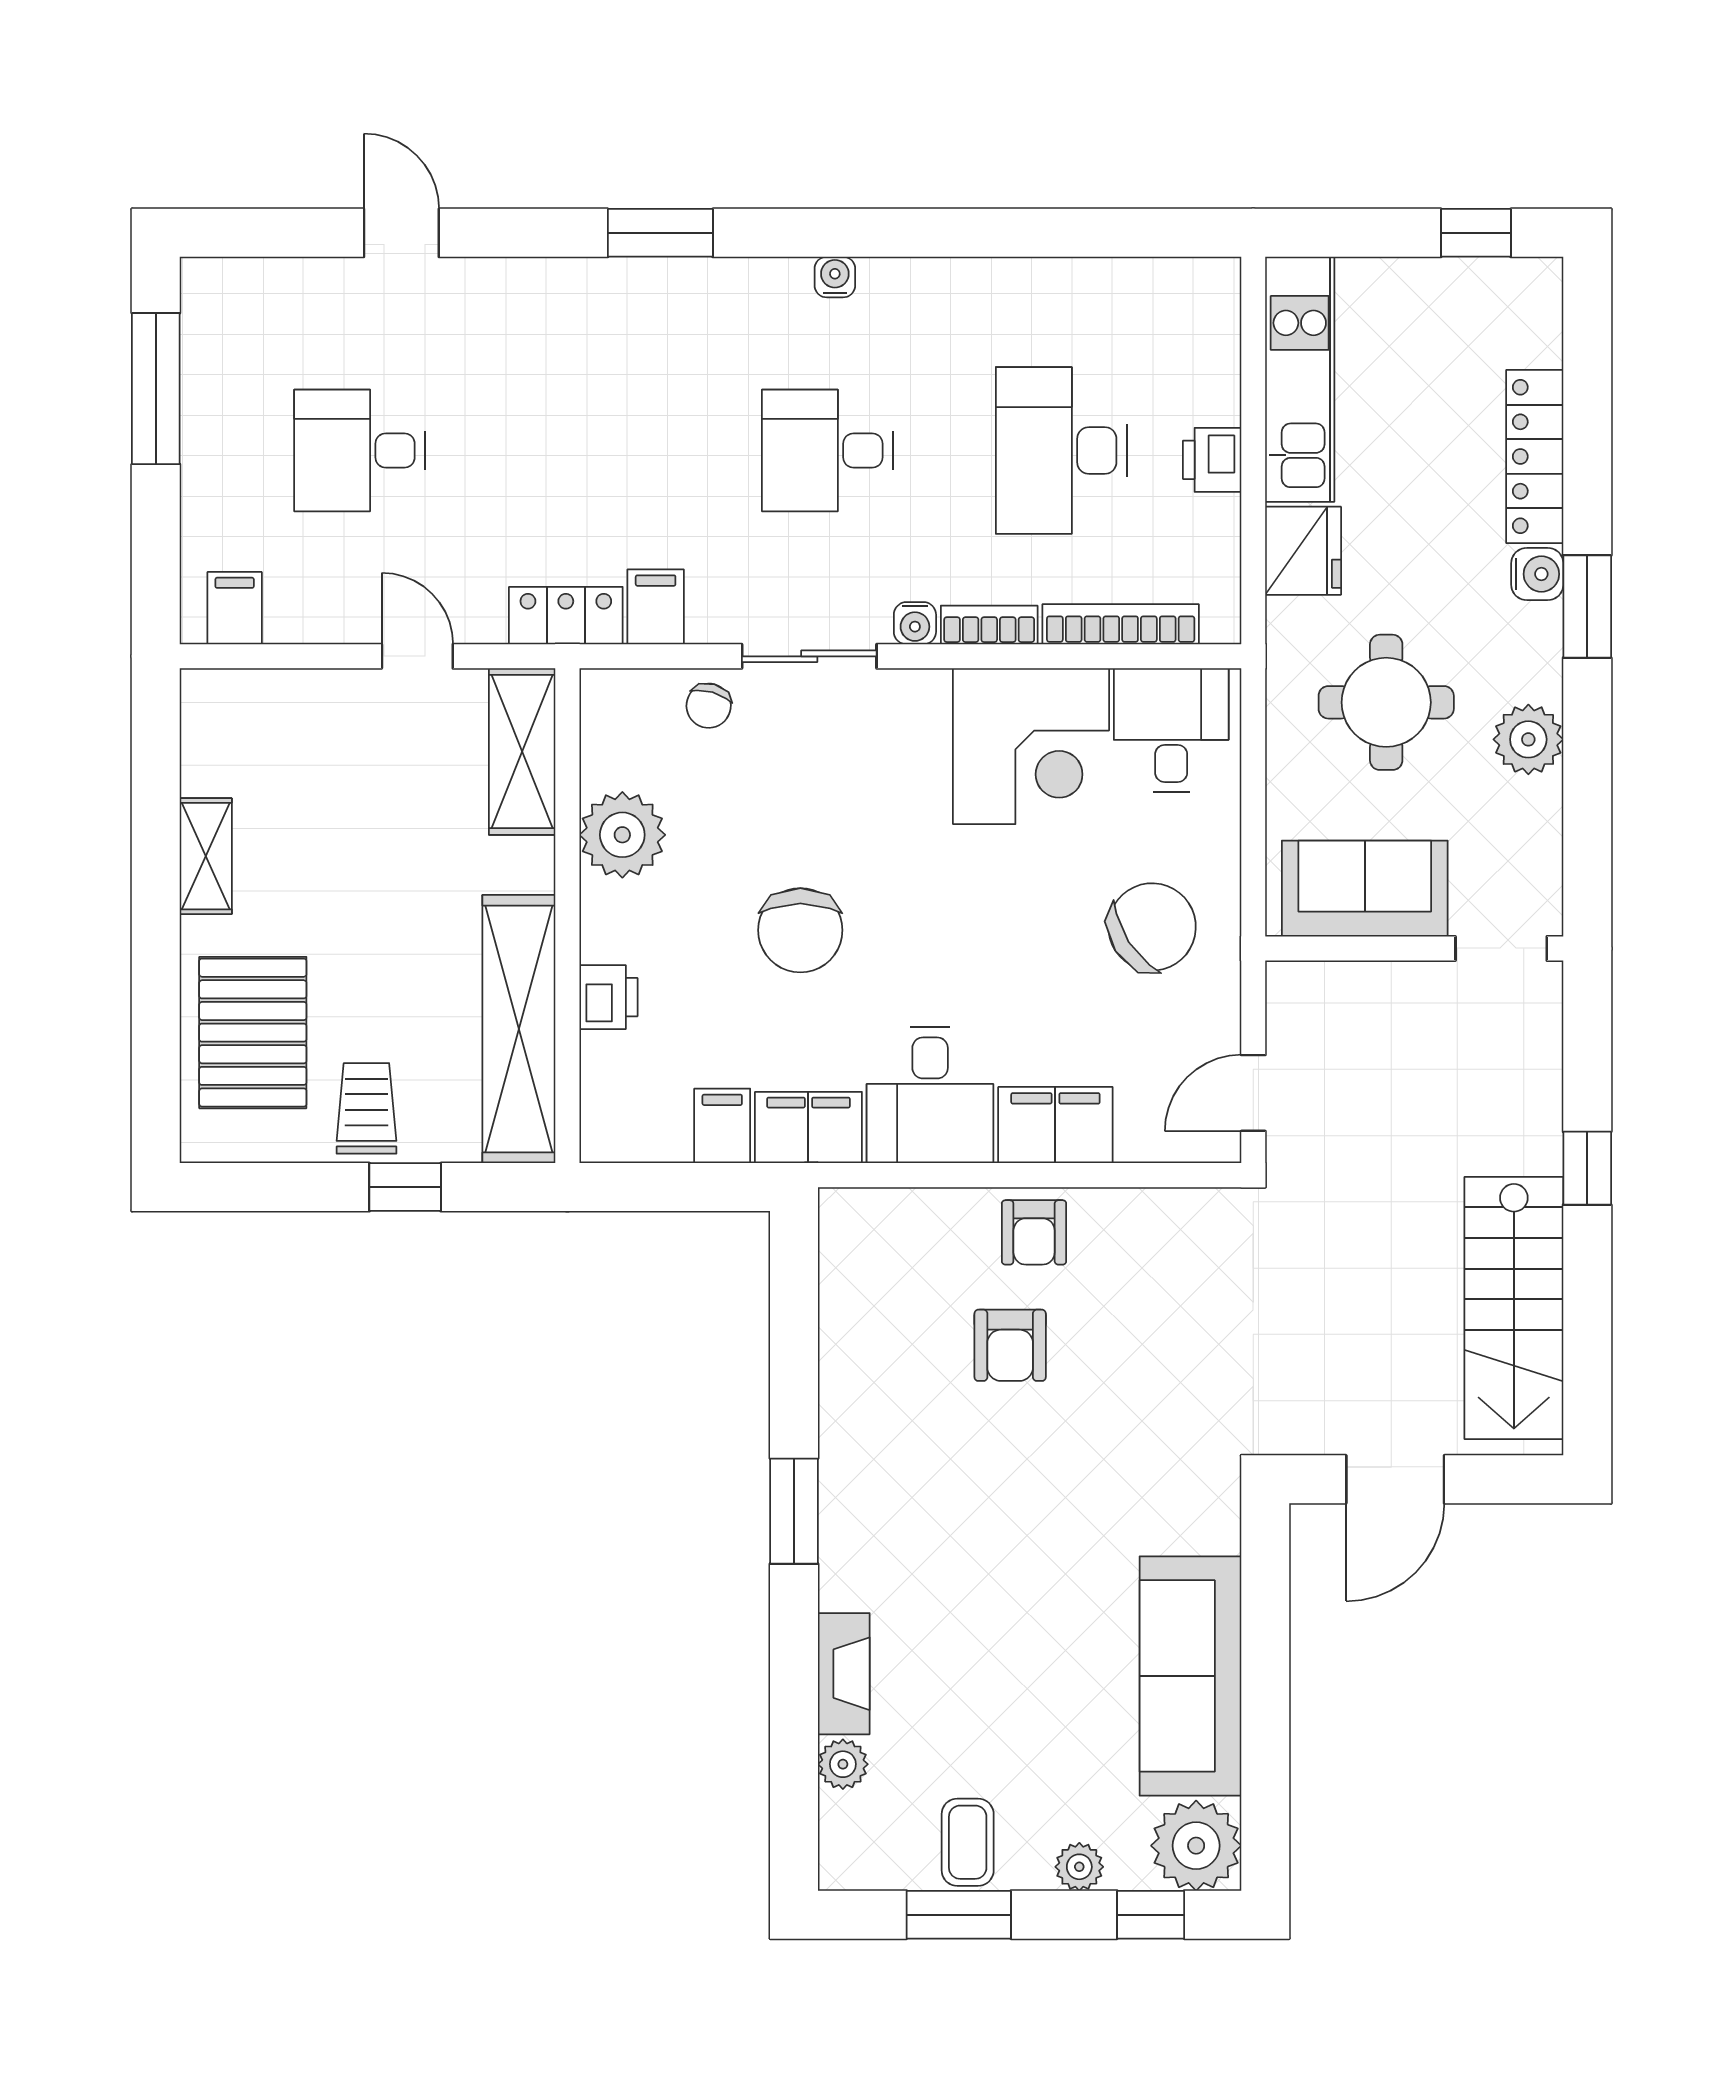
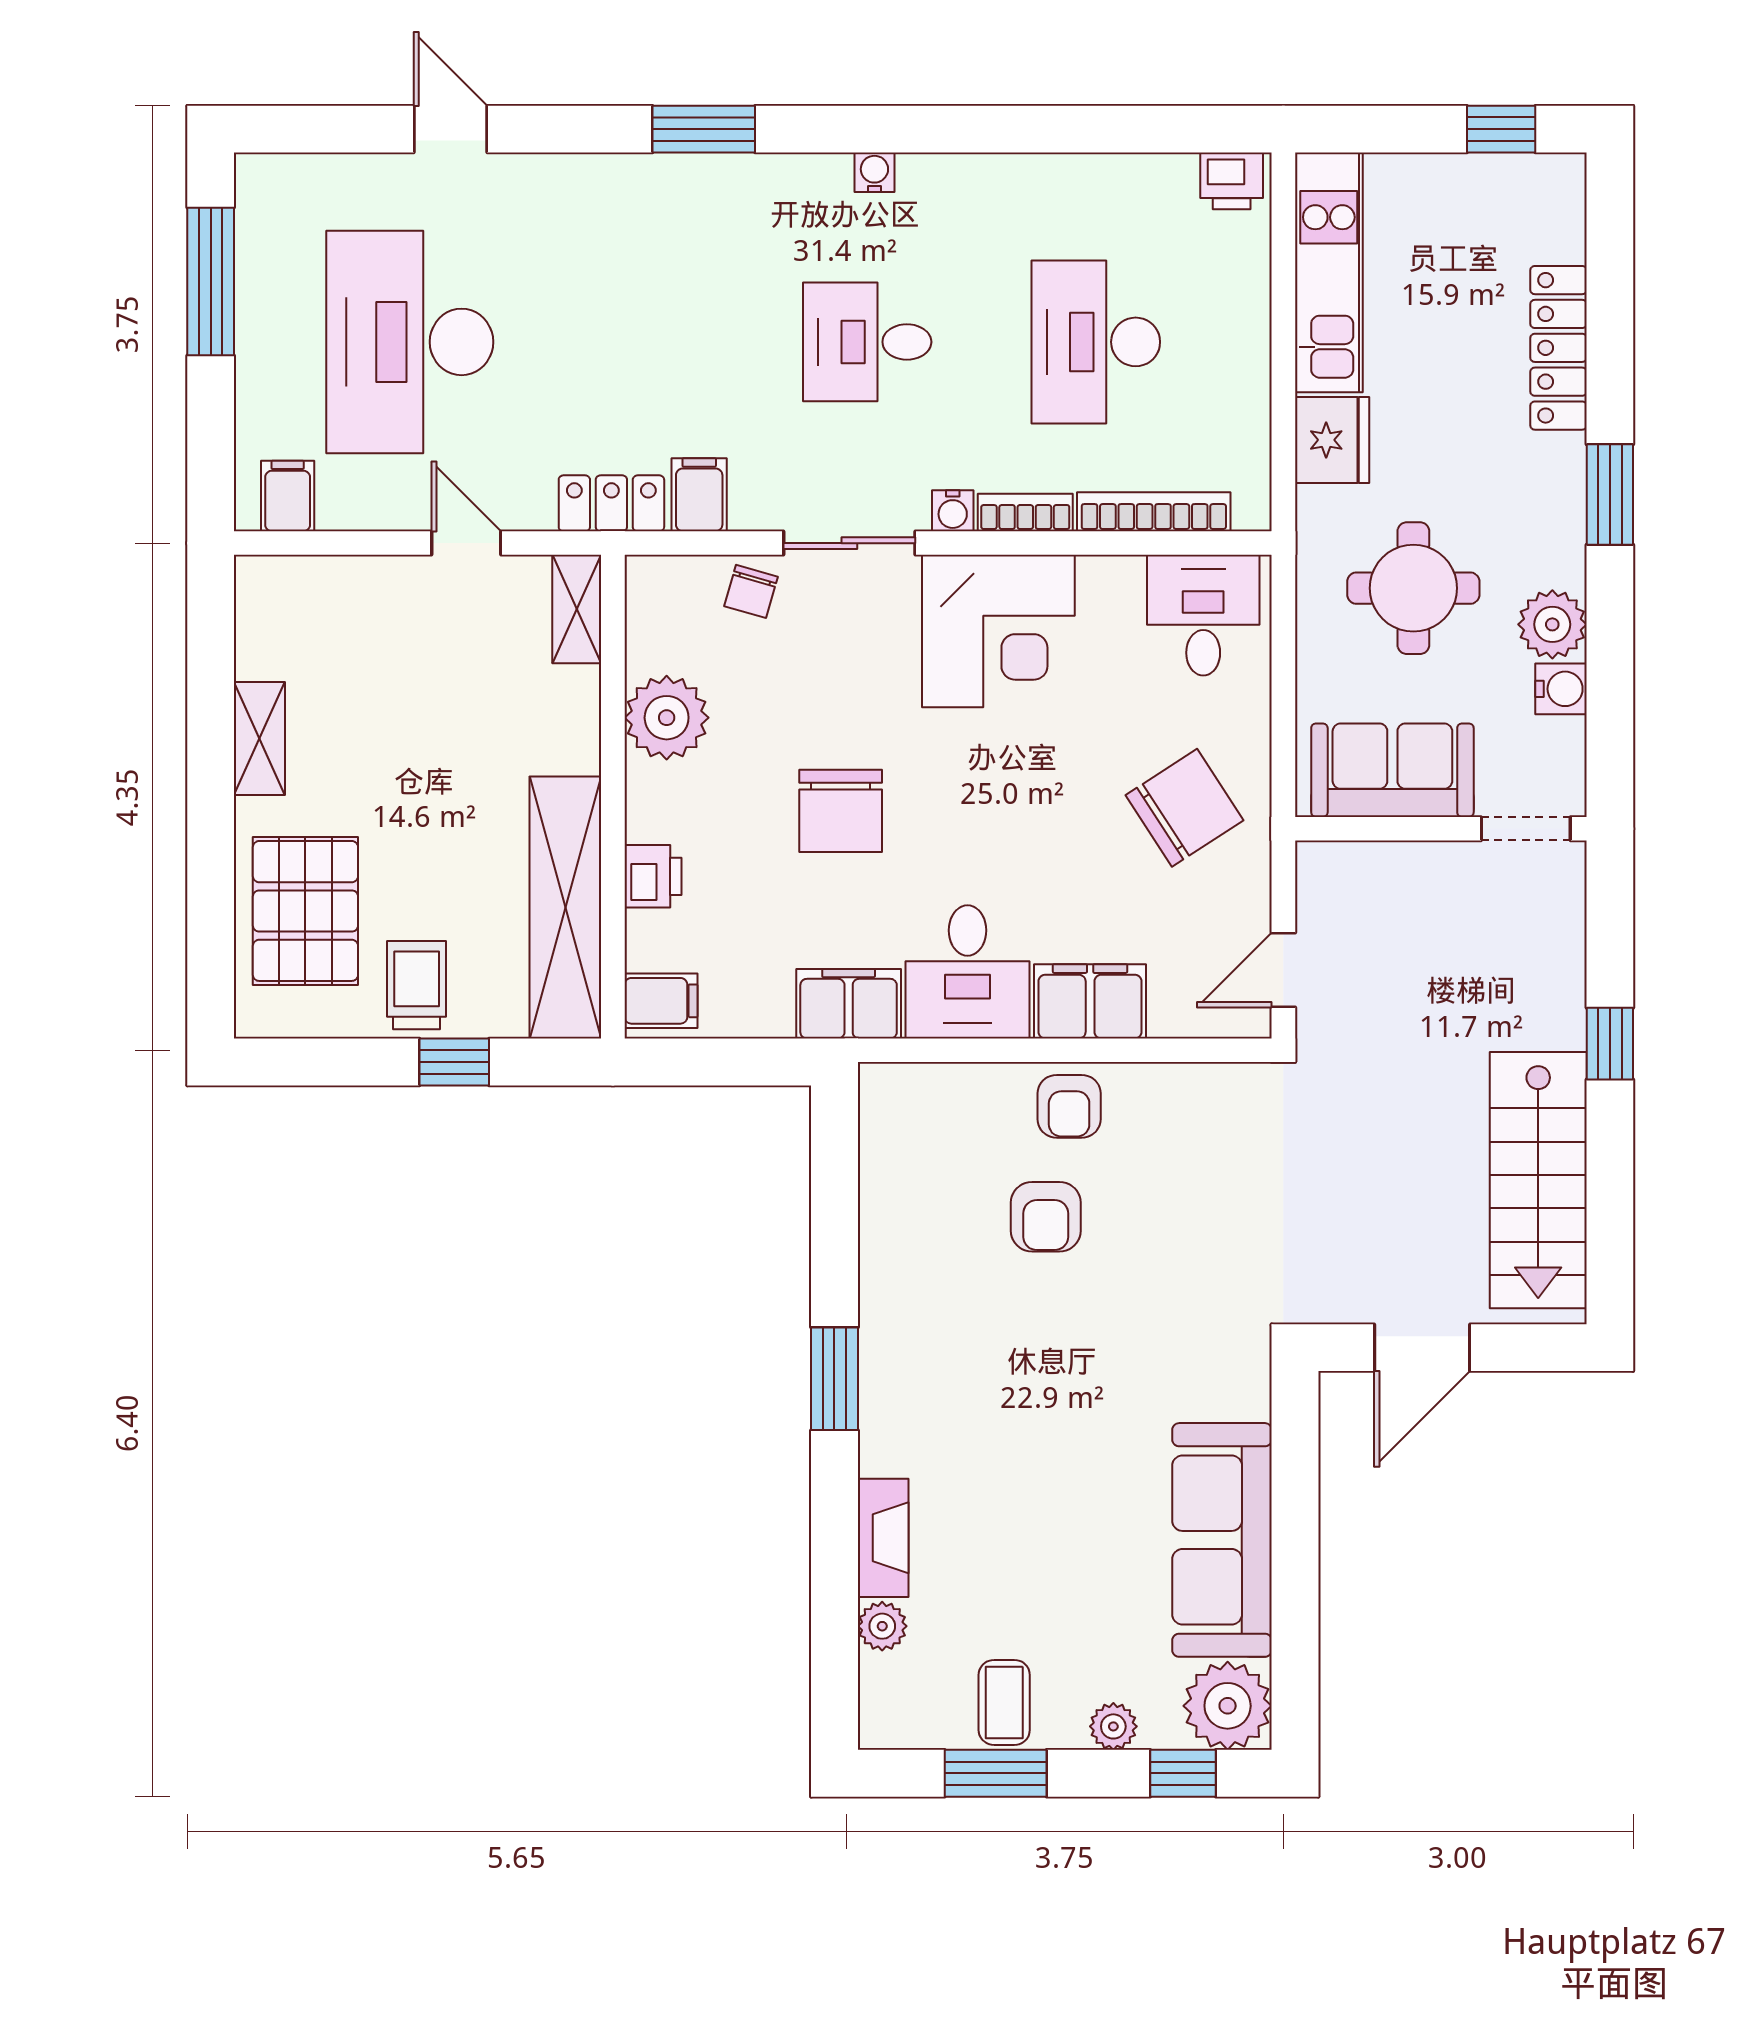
desk: (360, 451) -> (410, 342), width x1.87, depth x1.30
printer: (1212, 460) -> (1232, 181), moved, turned -90
water cooler: (1537, 574) -> (1561, 689), moved
corner desk: (1031, 746) -> (998, 631), moved
shelving: (522, 751) -> (577, 609), width x0.67, depth x0.75
filing cabinet: (722, 1126) -> (661, 1001), moved, turned 90

